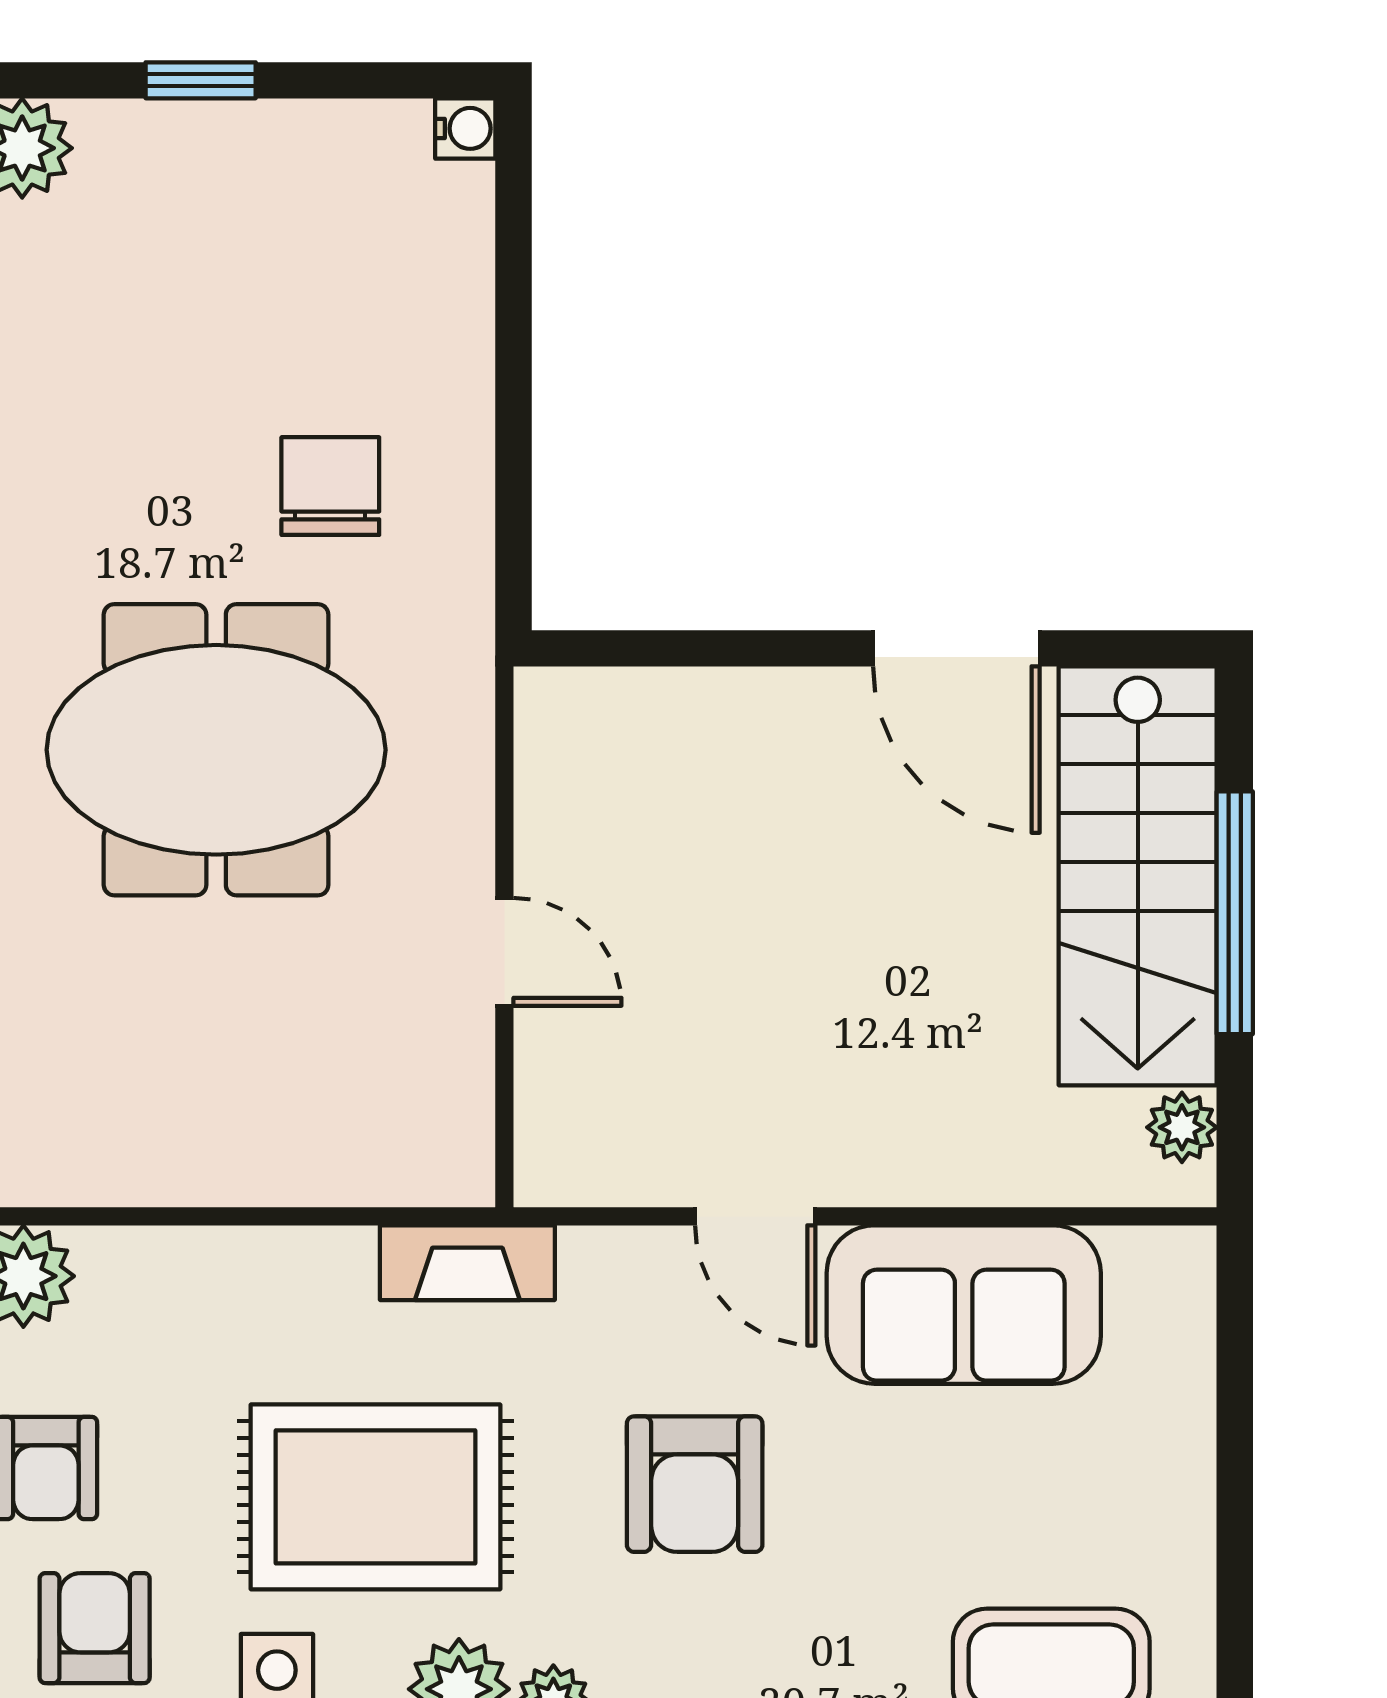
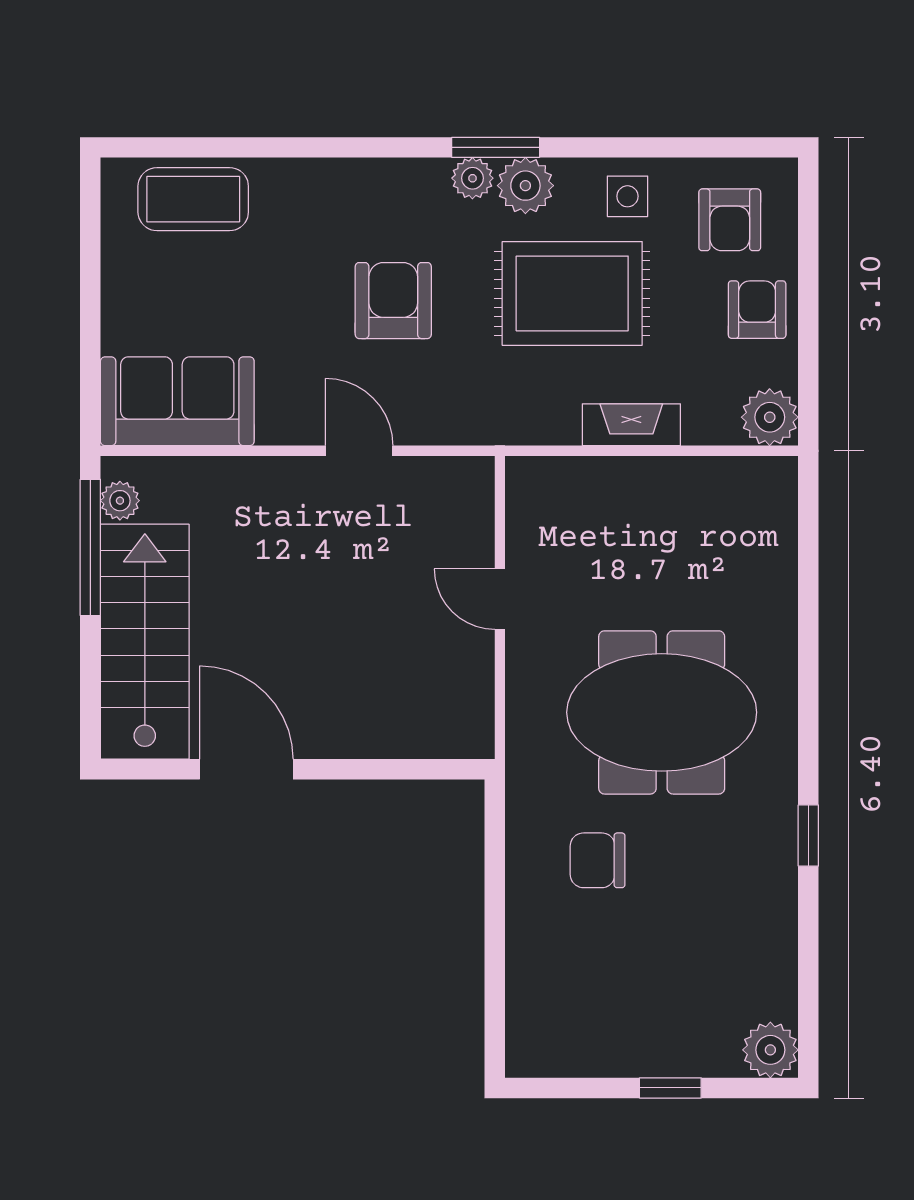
water cooler: (465, 128) -> (522, 1061), removed
chair: (330, 486) -> (598, 860), turned 90
window: (1235, 913) -> (90, 547), moved
fireplace: (467, 1263) -> (631, 425), moved
sofa: (964, 1305) -> (177, 401), moved

